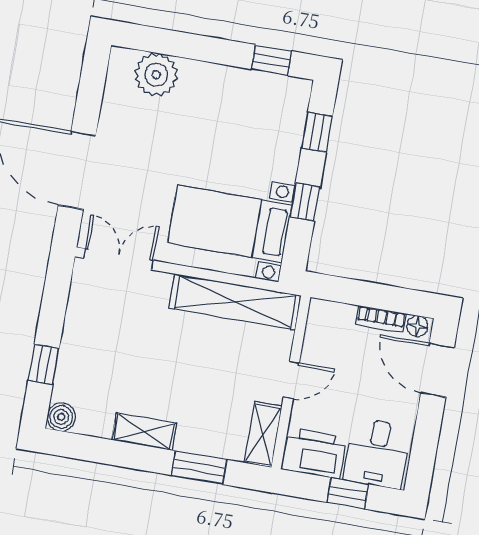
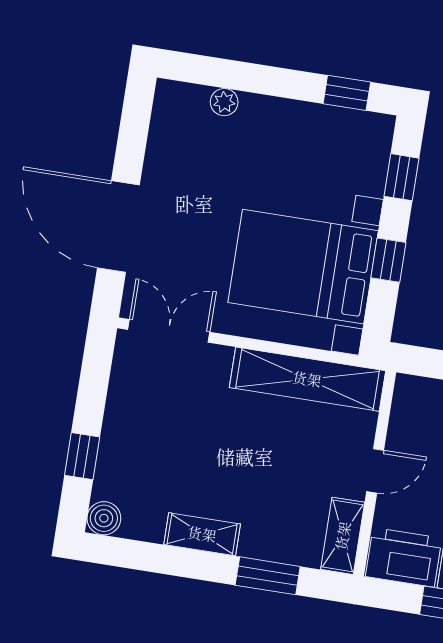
plant: (156, 75) -> (224, 102), width x0.53, depth x0.53
bed with nightstands: (230, 224) -> (303, 267), width x1.36

